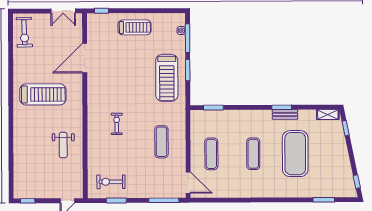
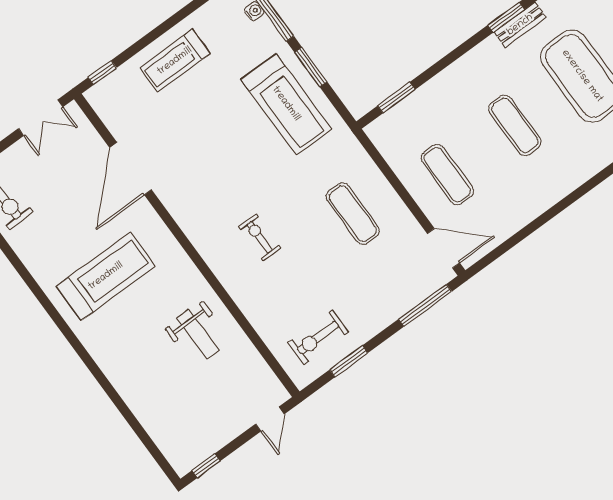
treadmill: (135, 27) -> (175, 61), turned 180

